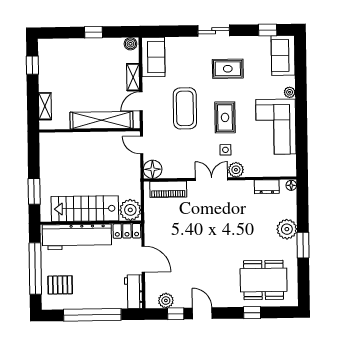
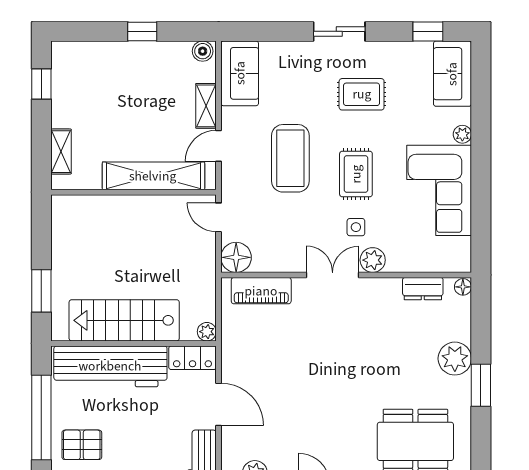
plant: (130, 210) -> (207, 332), width x0.53, depth x0.53

